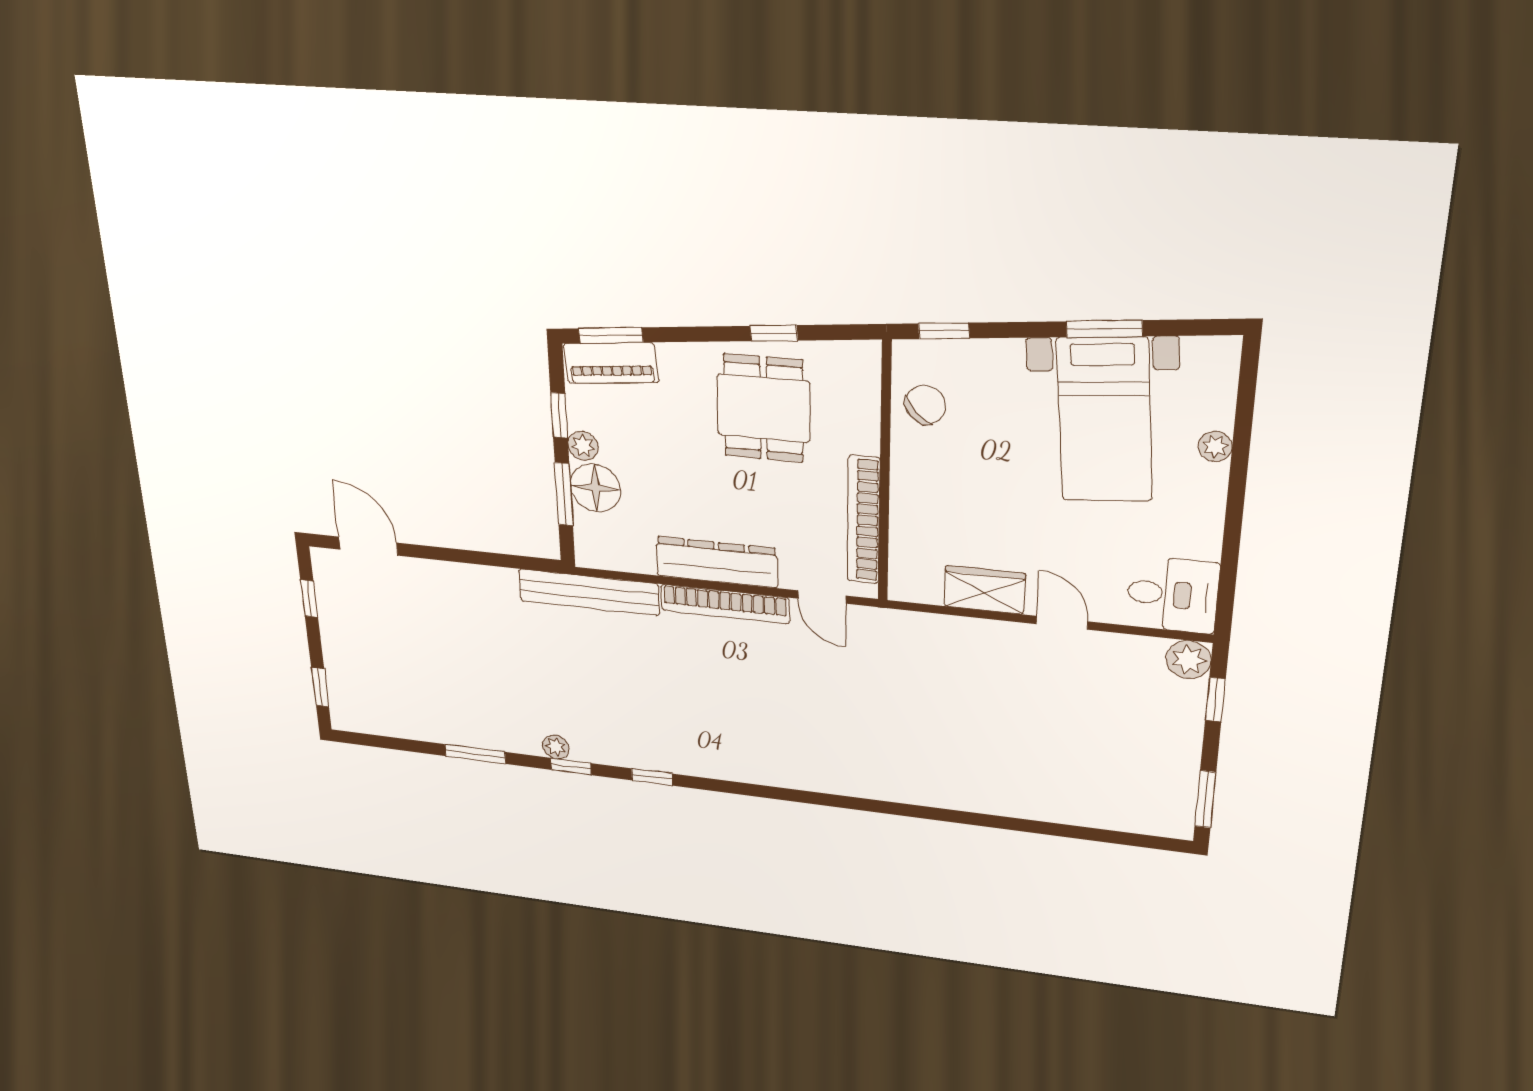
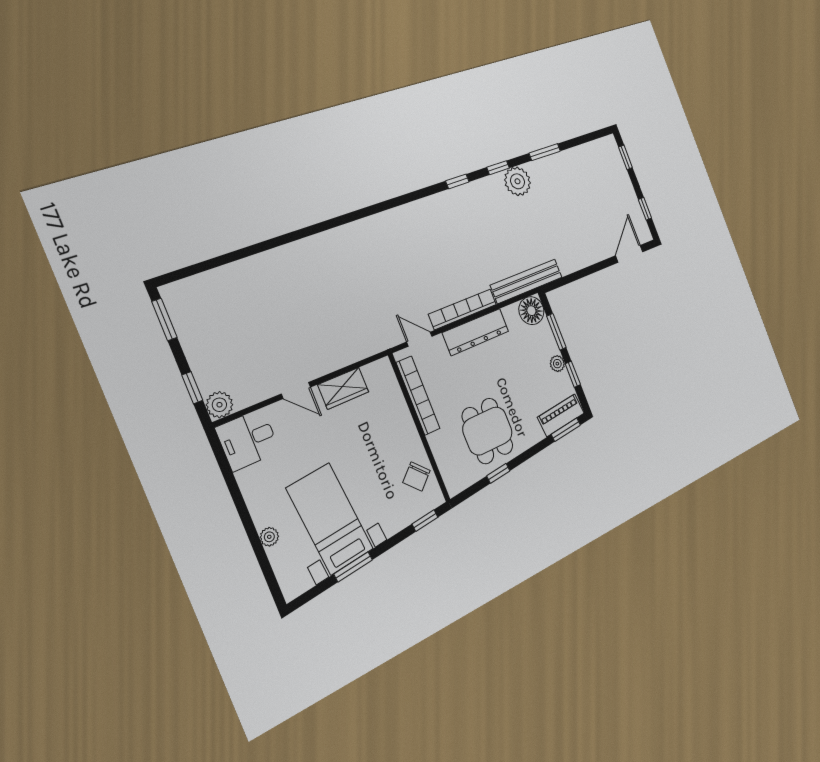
floor lamp: (595, 488) -> (531, 311), moved
door: (368, 546) -> (629, 254), swing flipped
plant: (556, 747) -> (517, 181), width x1.88, depth x1.88

